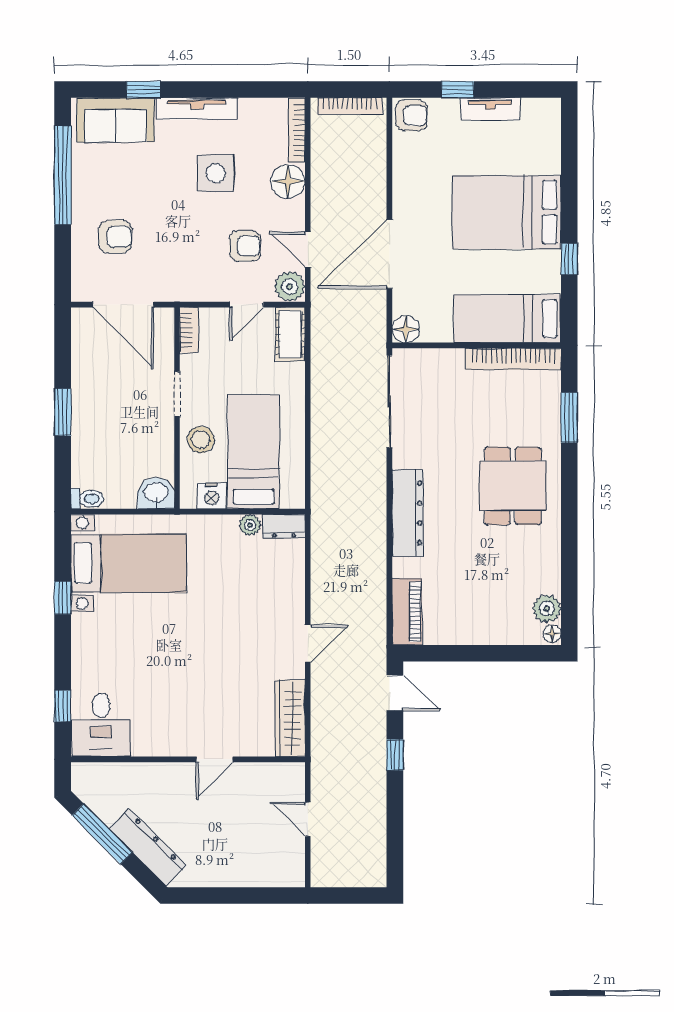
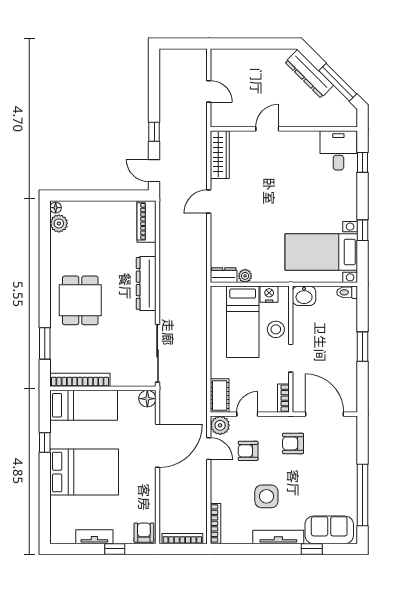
armchair: (411, 115) -> (144, 533), turned 90
floor lamp: (288, 181) -> (221, 491), removed
armchair: (115, 237) -> (293, 443), moved

